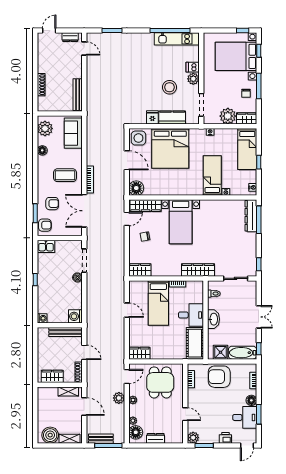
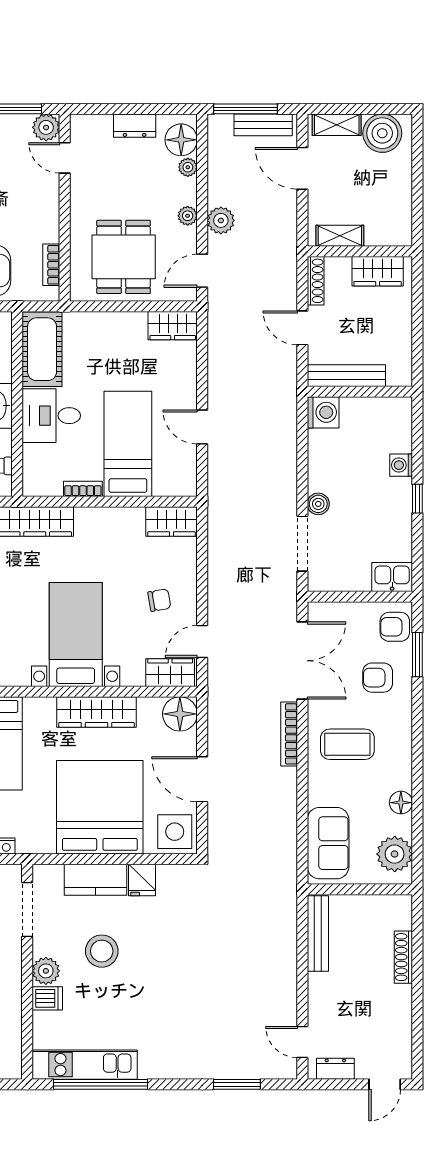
wardrobe: (172, 189) -> (96, 712), added
wardrobe: (146, 206) -> (170, 673), width x0.67
washing machine: (42, 318) -> (401, 465), moved
door: (84, 406) -> (302, 168), moved
door: (185, 414) -> (65, 158), moved

